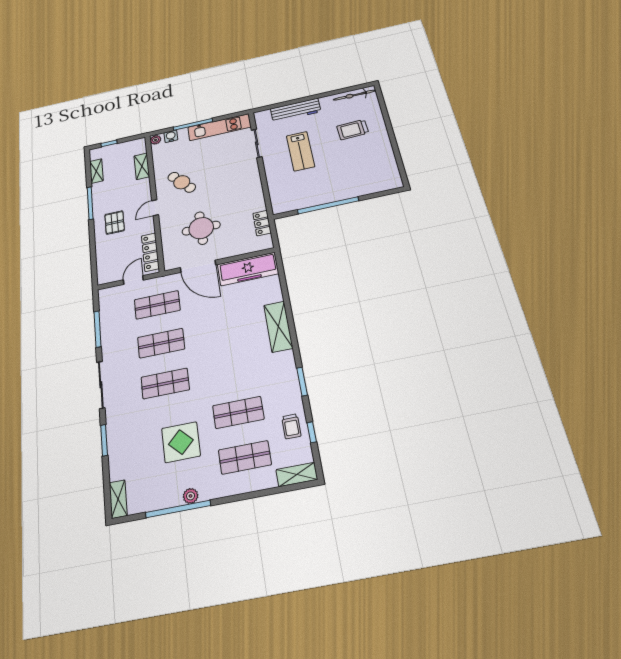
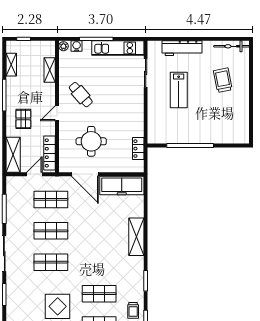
trolley: (353, 130) -> (223, 80), turned 81
shelving: (105, 264) -> (13, 155), added

